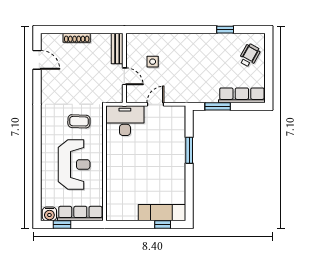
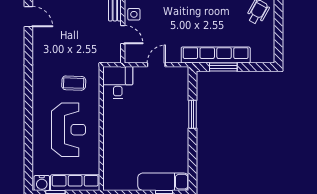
side table: (153, 62) -> (134, 14), moved
row of seats: (242, 95) -> (216, 55), moved, width x1.36
desk: (125, 121) -> (118, 82), width x0.73

